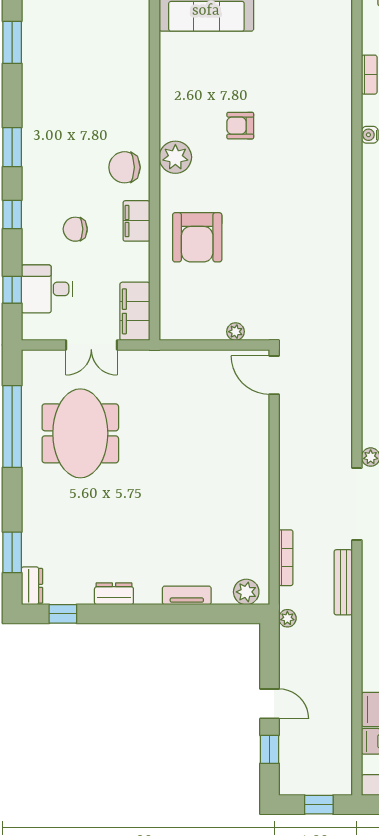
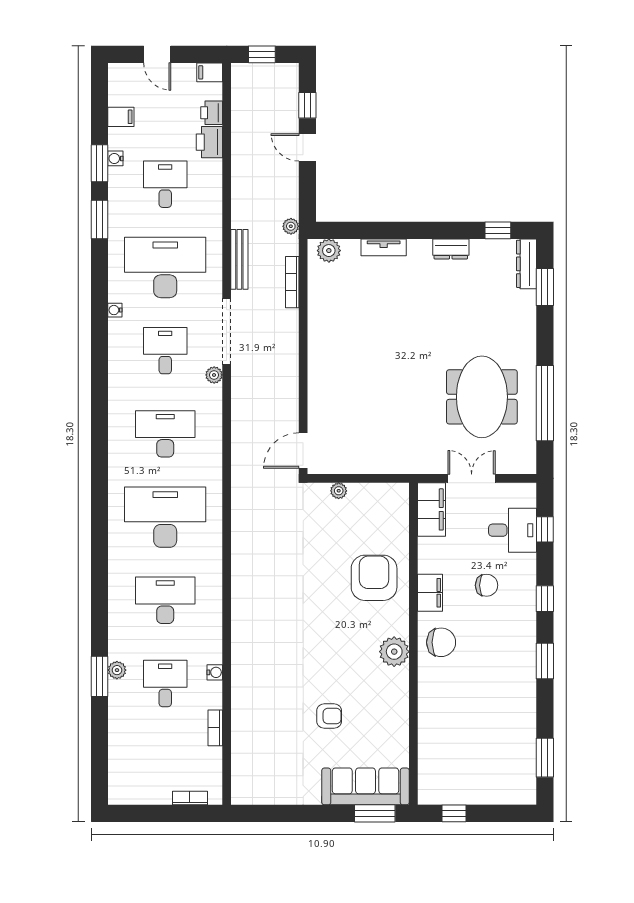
armchair: (240, 126) -> (329, 716), moved
door: (274, 375) -> (303, 451), swing flipped
dresser: (32, 586) -> (527, 264), width x1.44

